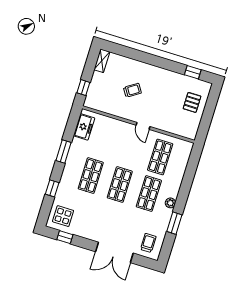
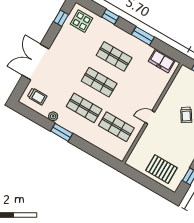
pallet: (192, 102) -> (161, 169), width x1.50, depth x1.42
plant: (170, 203) -> (53, 116), moved
window: (174, 223) -> (62, 132), moved

